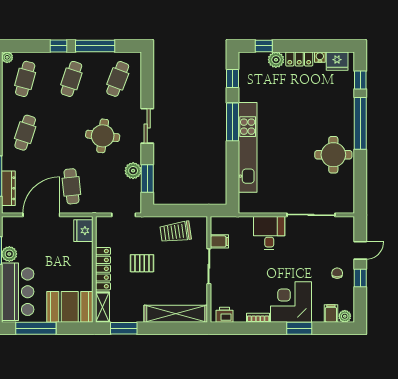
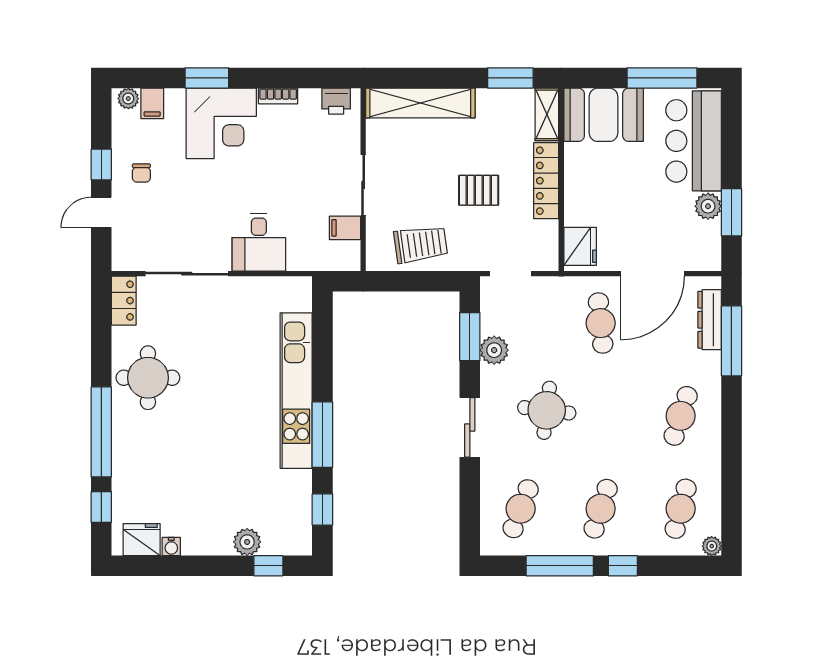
locker: (299, 59) -> (124, 301), moved, turned 90

